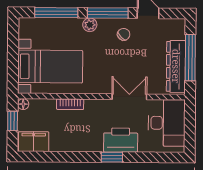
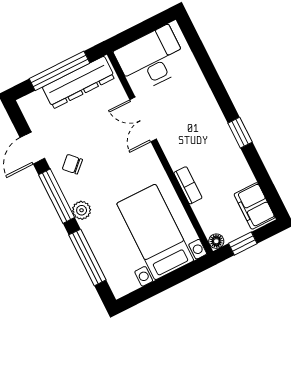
printer: (121, 140) -> (200, 103), removed
window: (112, 157) -> (240, 133), moved

